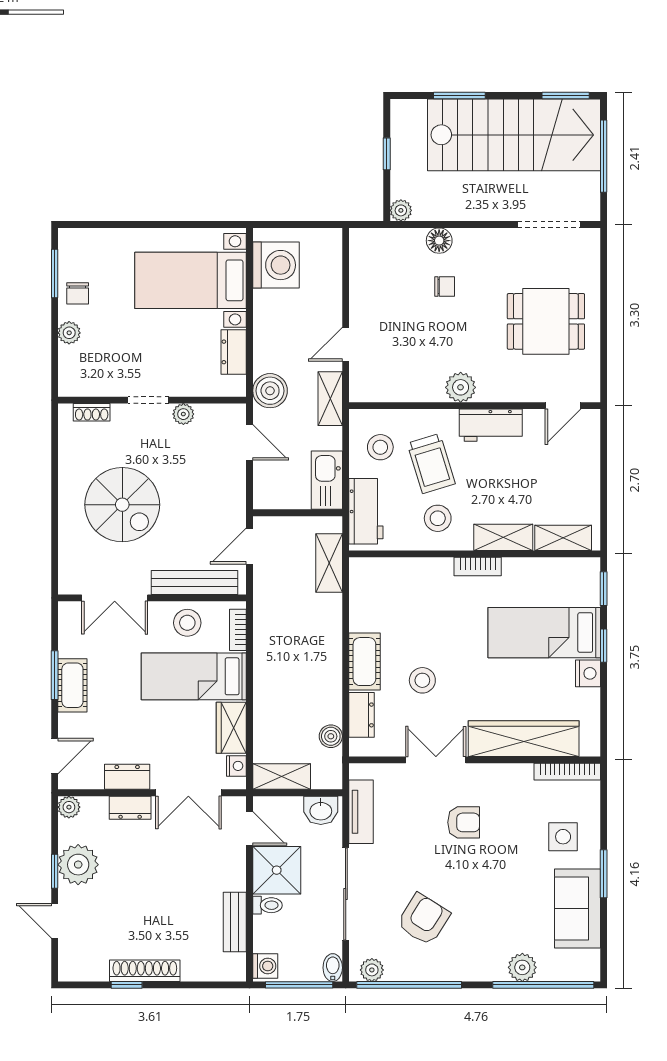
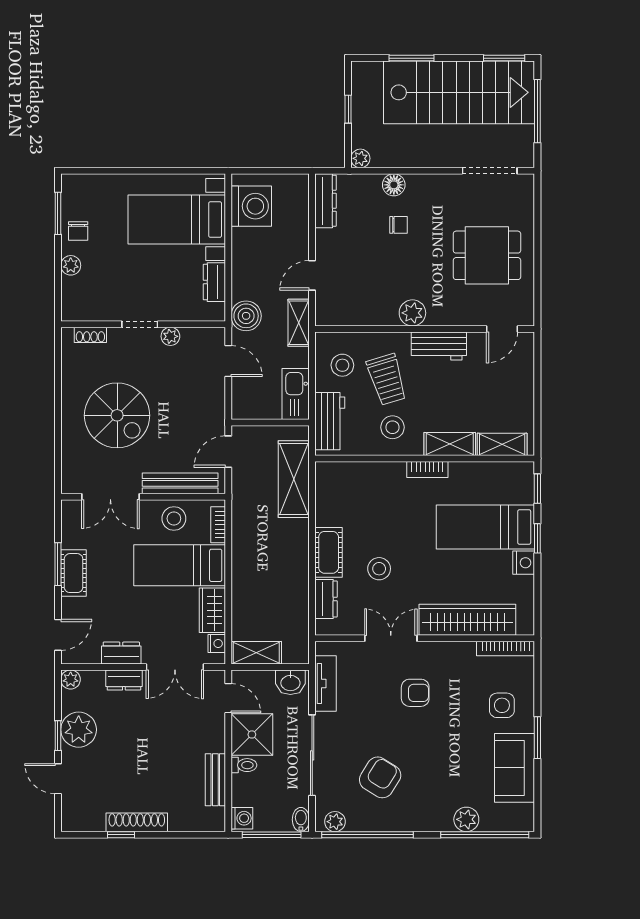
dresser: (361, 259) -> (326, 201), added
shelving: (329, 563) -> (294, 479), width x1.50, depth x1.33
boiler: (331, 736) -> (299, 618), removed

